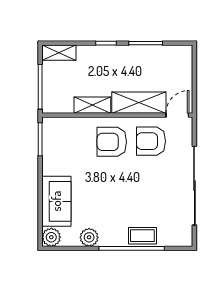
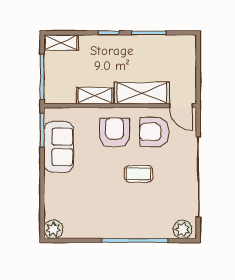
door: (177, 115) -> (181, 106), swing flipped
armchair: (112, 142) -> (115, 133), turned 90
sofa: (56, 201) -> (59, 147), moved
coffee table: (142, 236) -> (139, 174), moved
plant: (89, 237) -> (182, 229), moved

